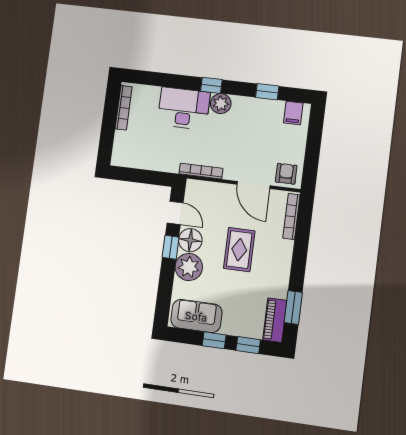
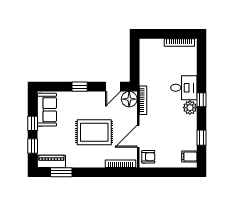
desk: (184, 108) -> (184, 88), width x0.73
floor lamp: (190, 240) -> (129, 99), moved
window: (171, 247) -> (80, 87), moved
rug: (239, 250) -> (94, 132), width x1.36, depth x1.43
plant: (189, 267) -> (78, 100), removed

